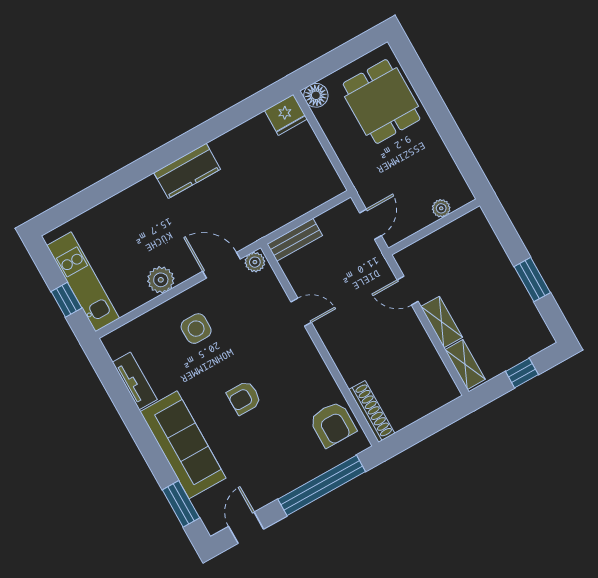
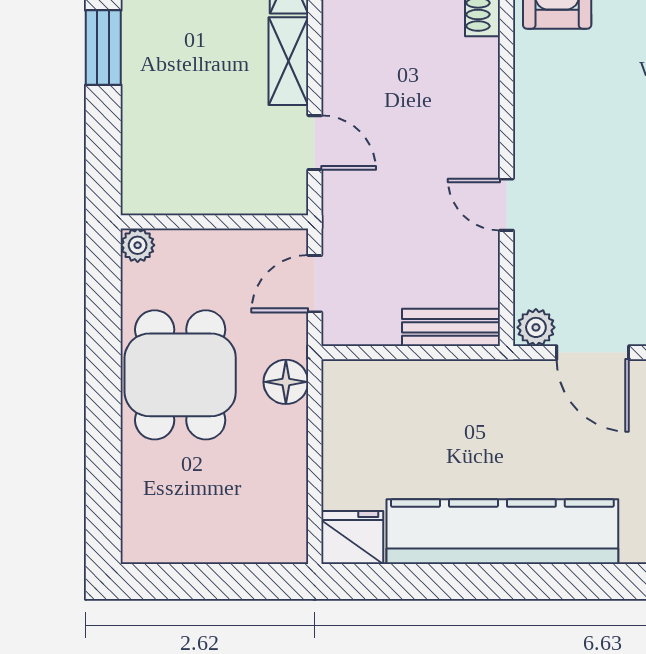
floor lamp: (316, 95) -> (286, 382), moved
dining table: (382, 101) -> (180, 375), moved
kitchen counter: (187, 171) -> (502, 532), width x2.08, depth x1.17
plant: (441, 208) -> (138, 245), moved

